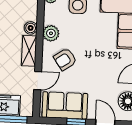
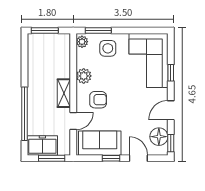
boiler: (31, 28) -> (64, 72), removed
armchair: (65, 59) -> (98, 100), turned -145

